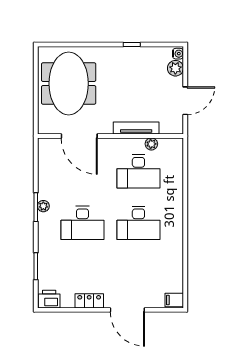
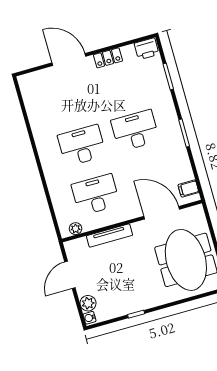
plant: (151, 144) -> (76, 229), moved
plant: (43, 206) -> (177, 136), removed
filing cabinet: (174, 300) -> (188, 189), moved, turned 180

